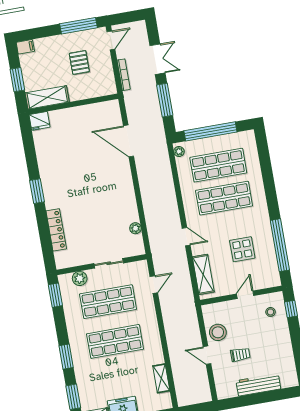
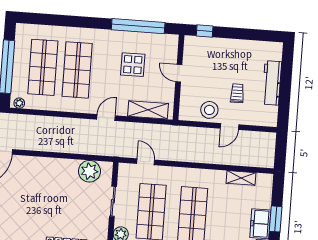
plant: (135, 228) -> (89, 171), width x1.87, depth x1.87
stool: (271, 312) -> (202, 52), removed

